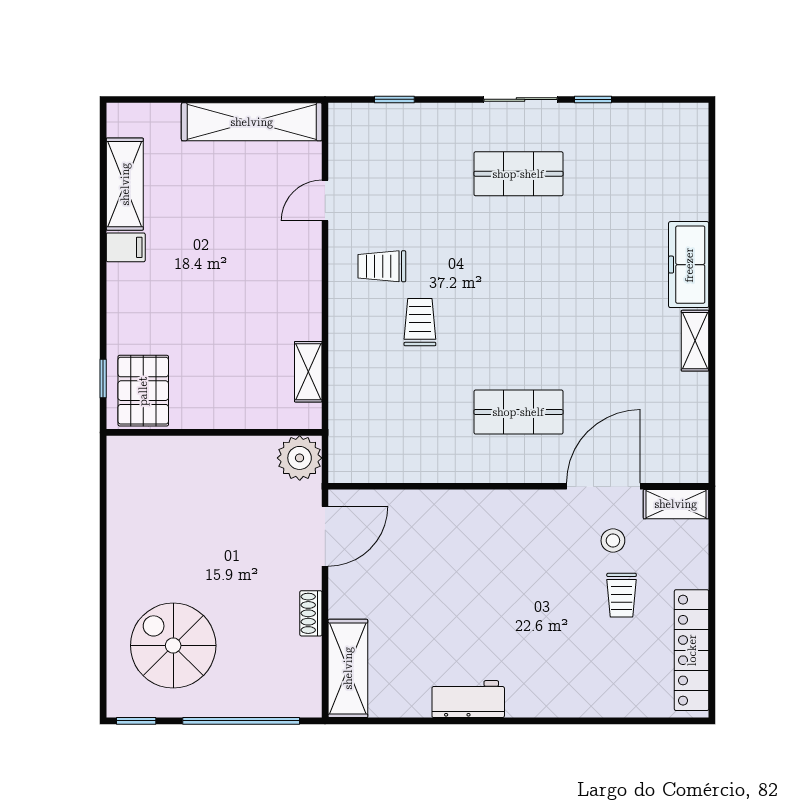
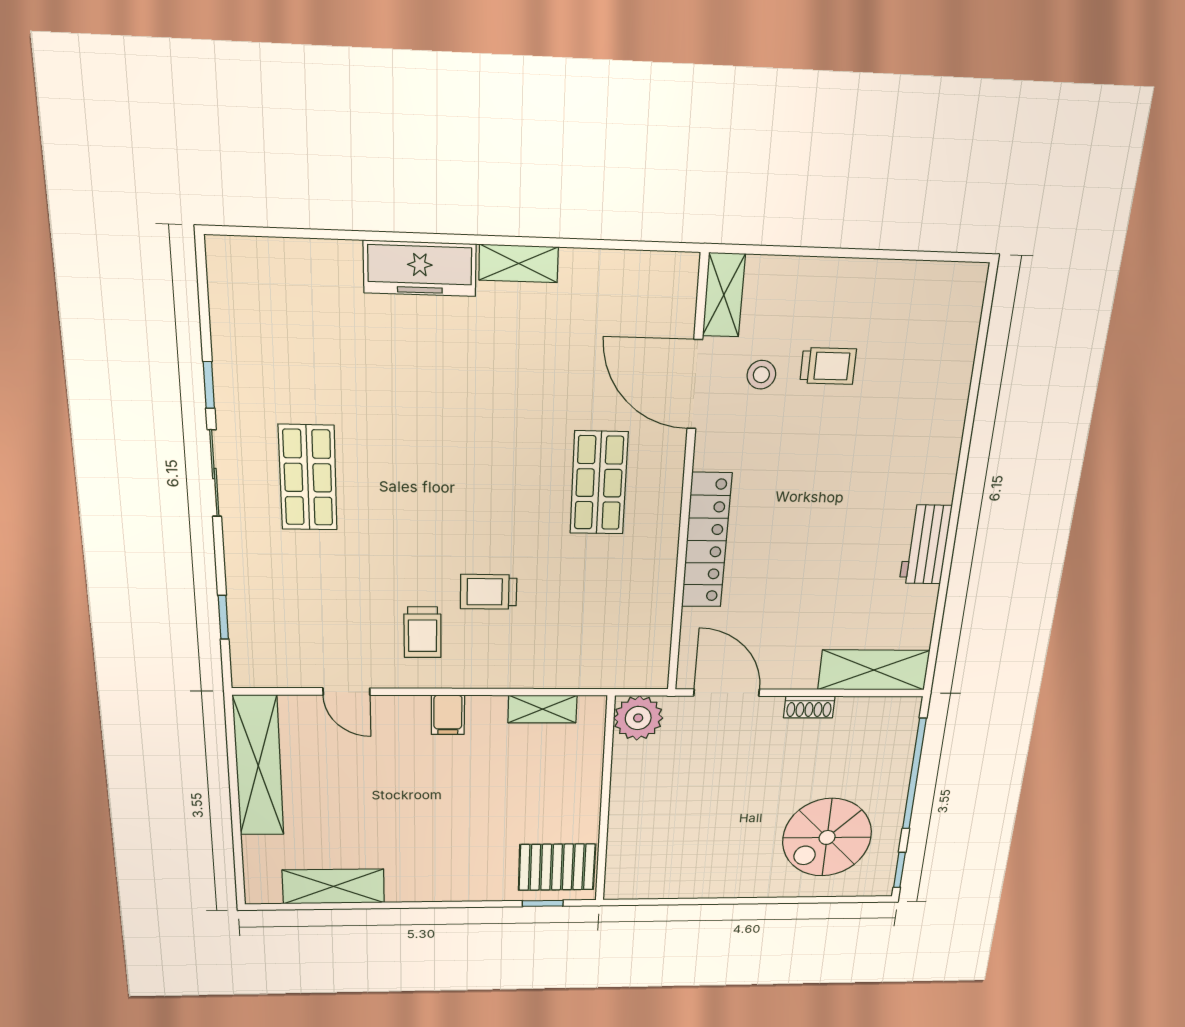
filing cabinet: (126, 247) -> (448, 715), moved, turned 180
locker: (692, 650) -> (706, 541), moved, turned -90

